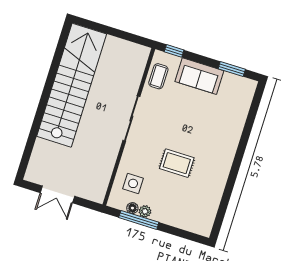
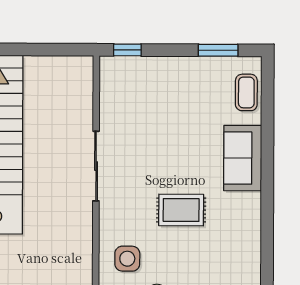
coffee table: (158, 76) -> (246, 92), moved
sofa: (199, 76) -> (243, 158), moved, turned 90

